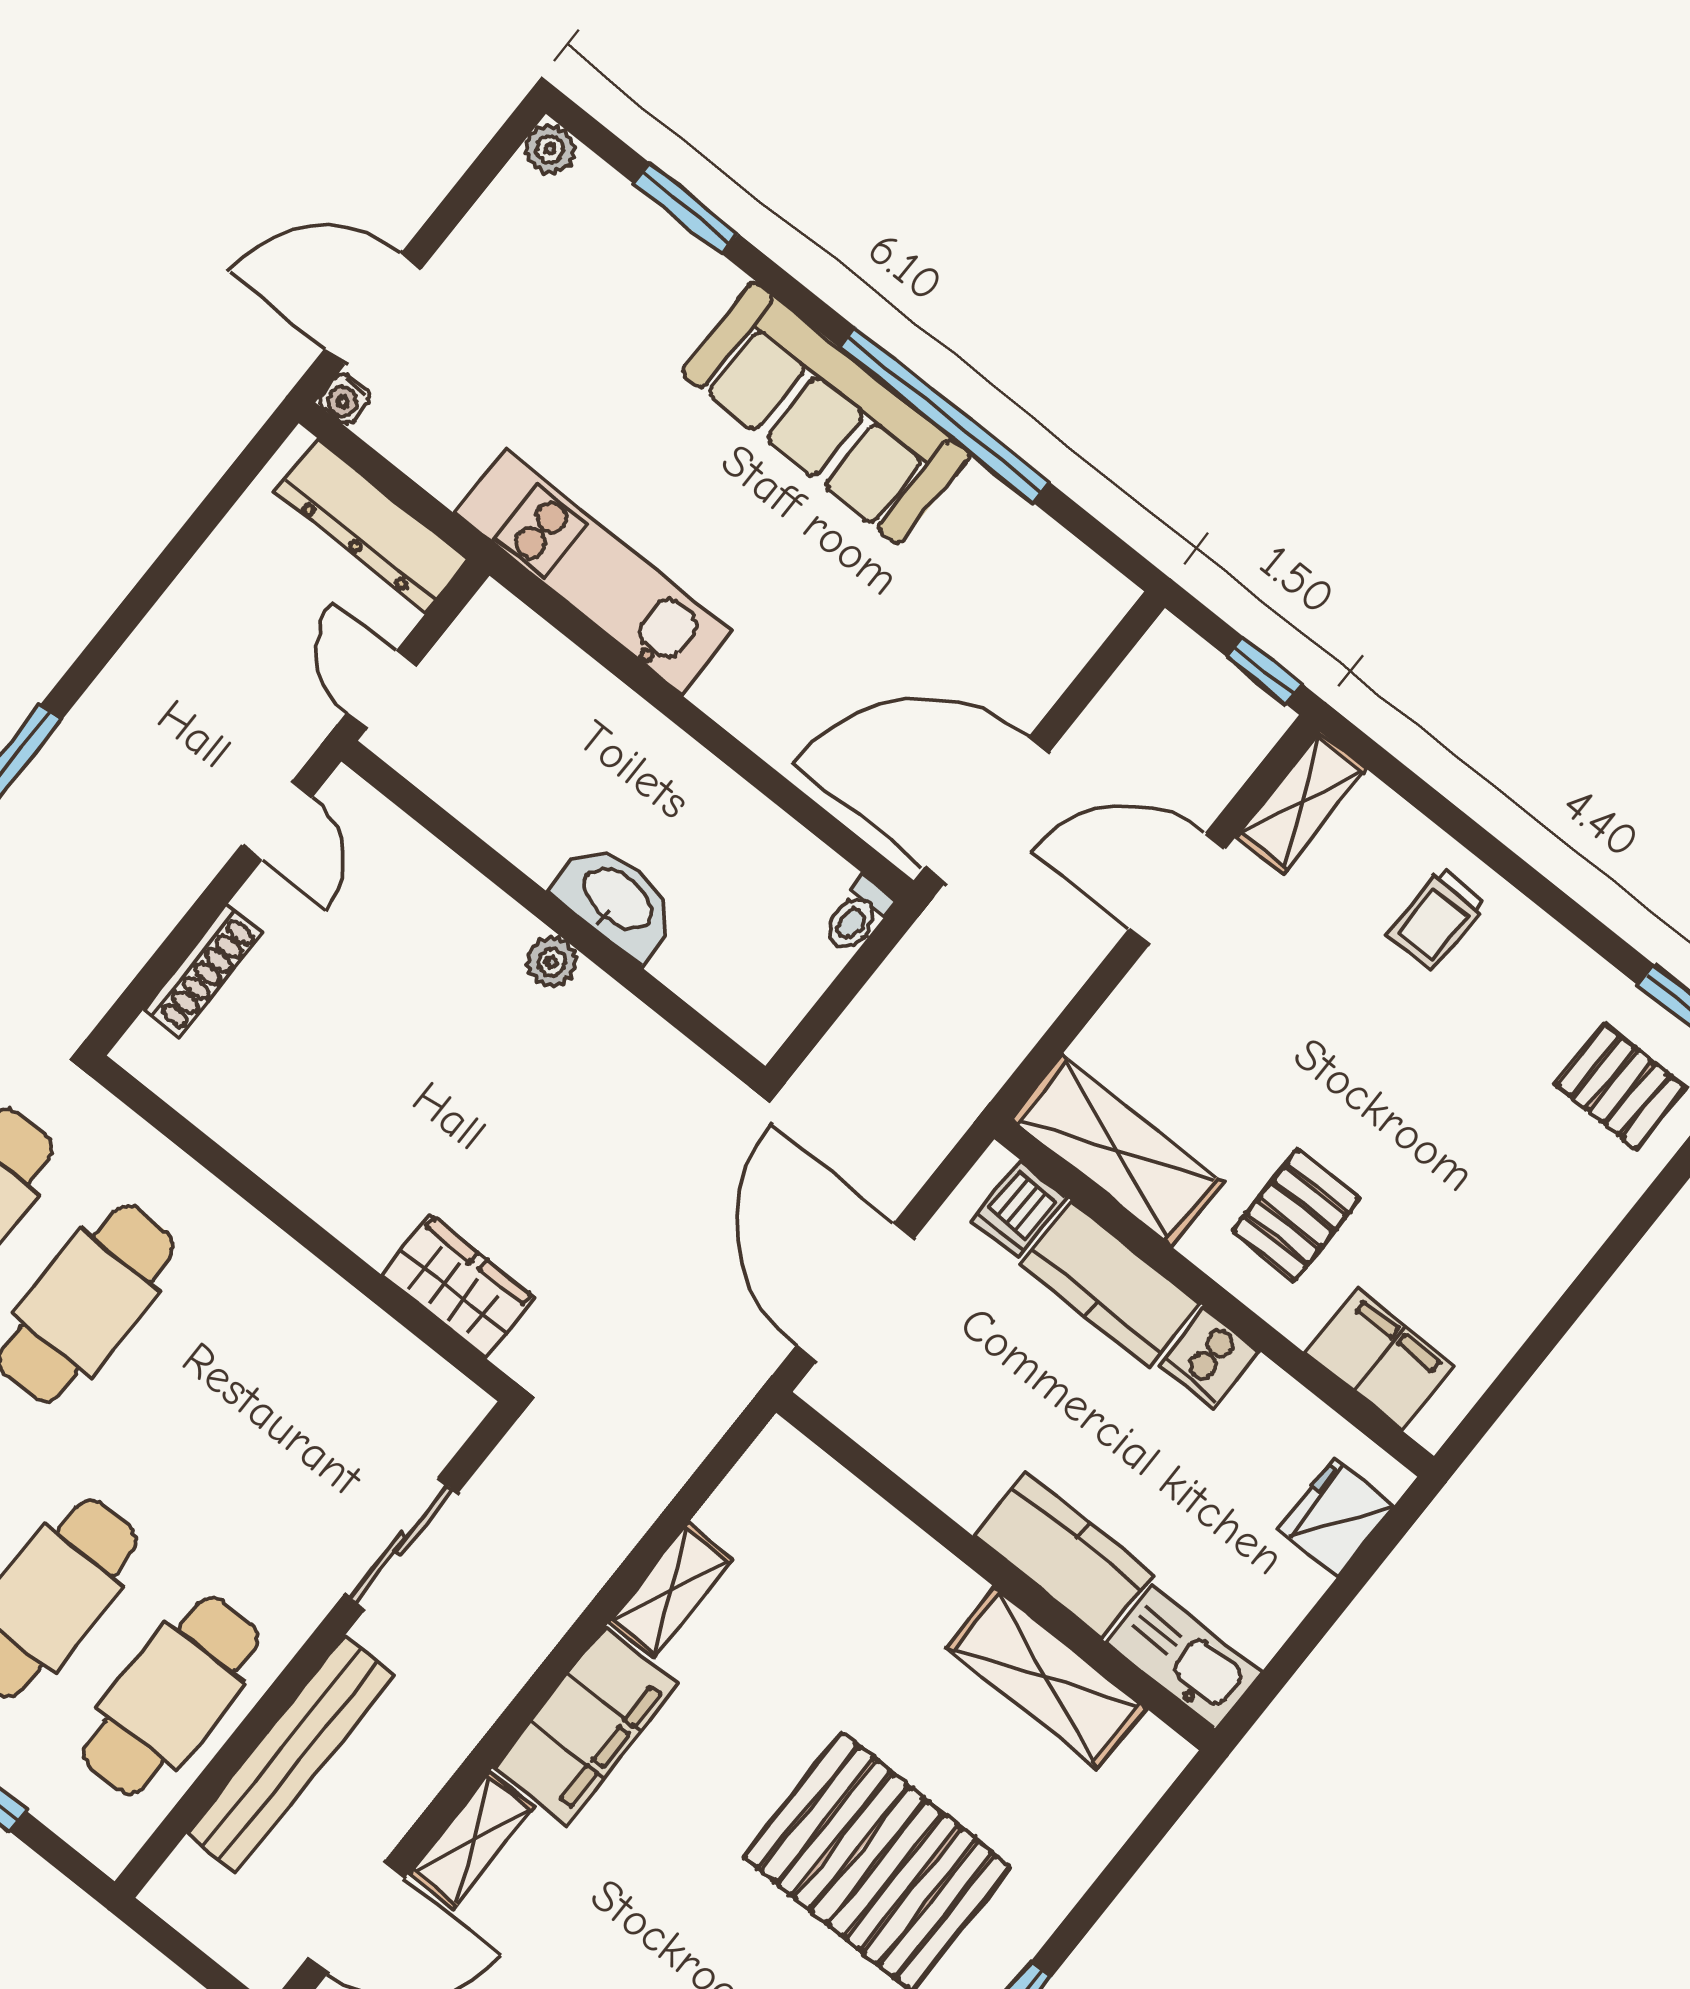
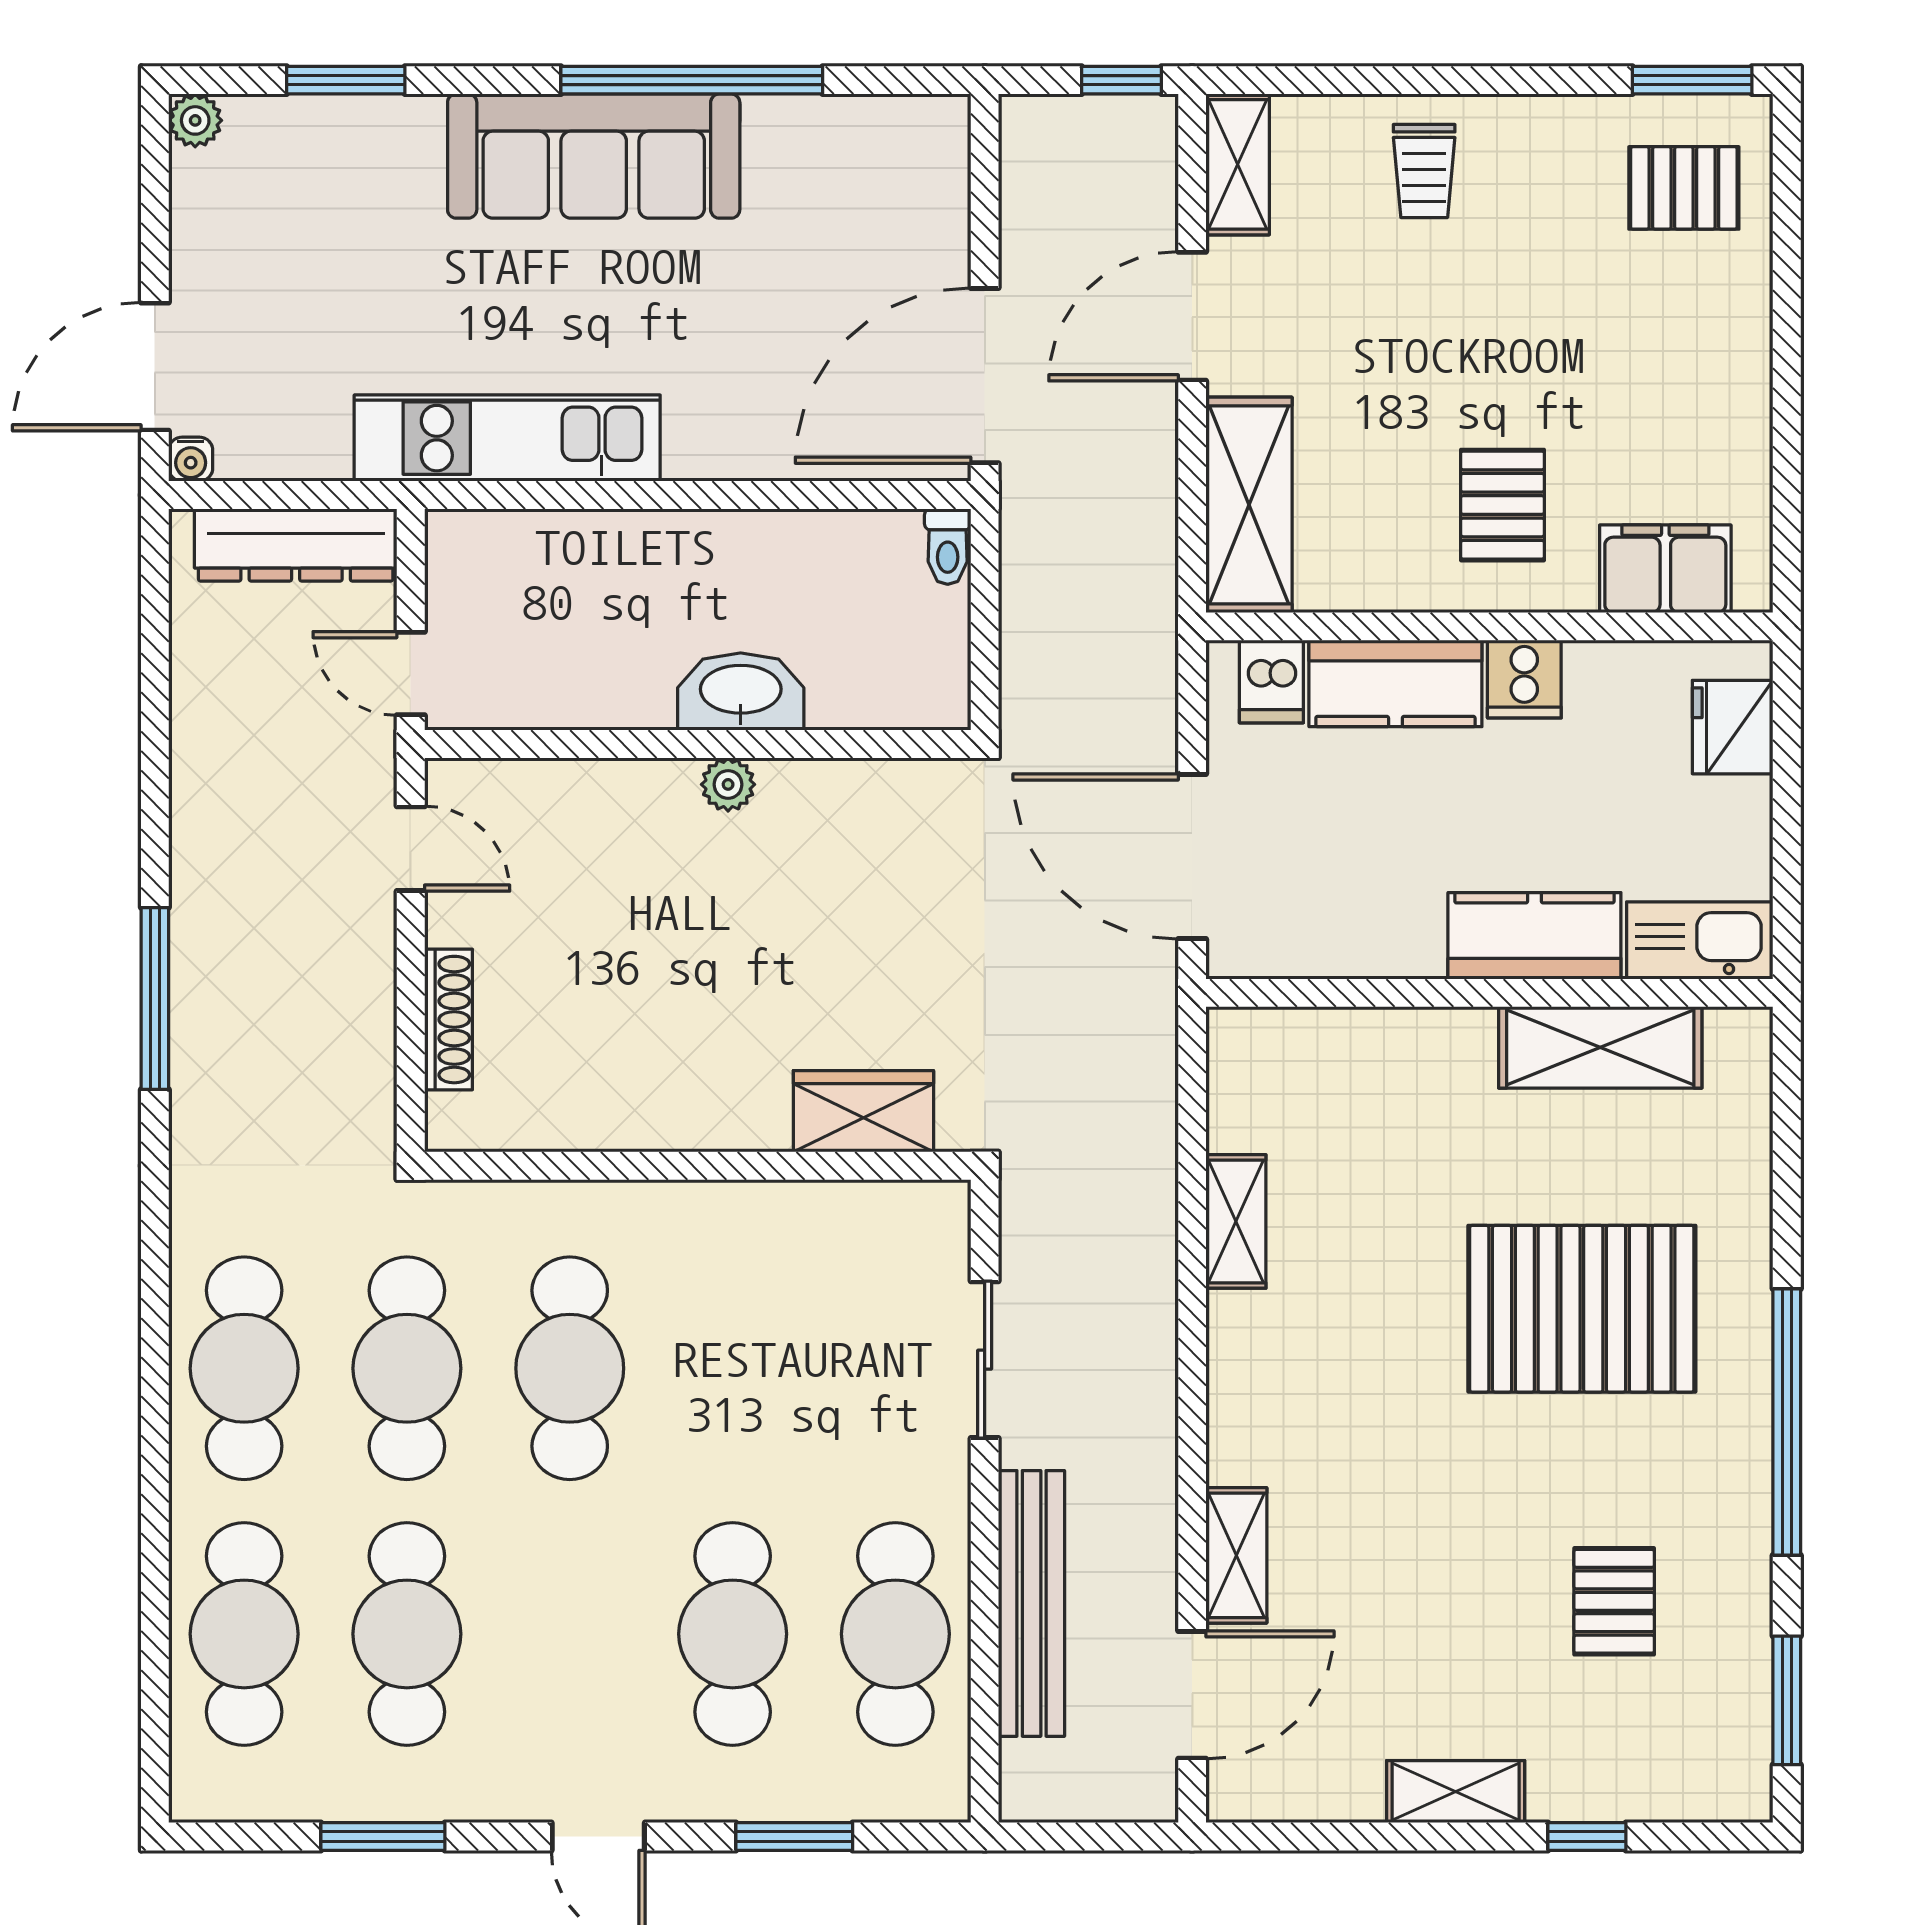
shelving: (1117, 1150) -> (1249, 505), moved, turned 90
filing cabinet: (585, 1726) -> (1255, 1388), removed

